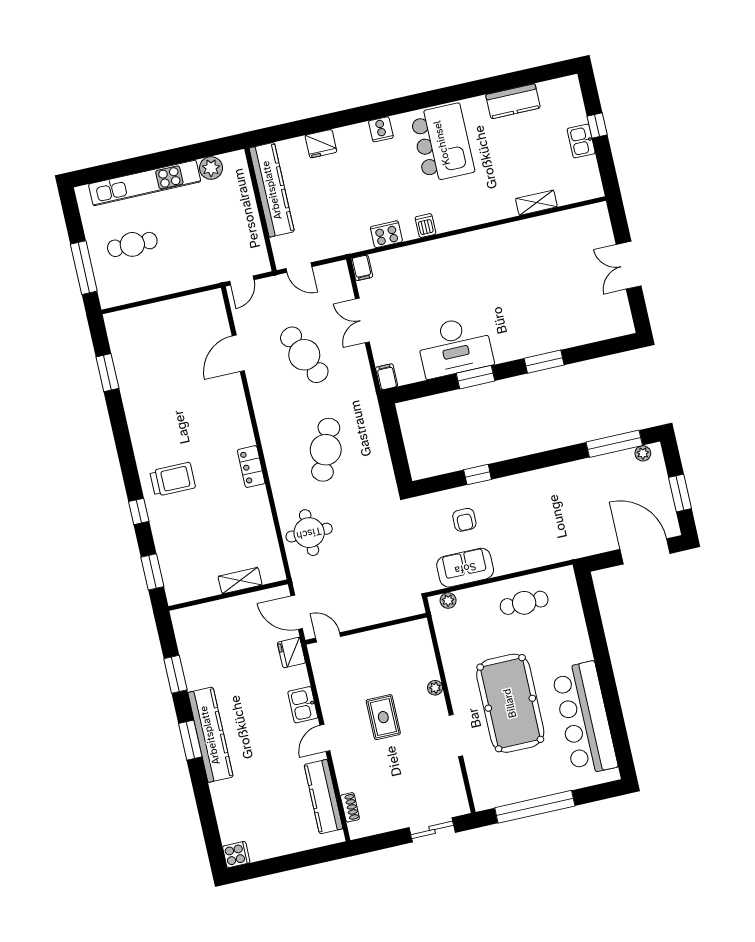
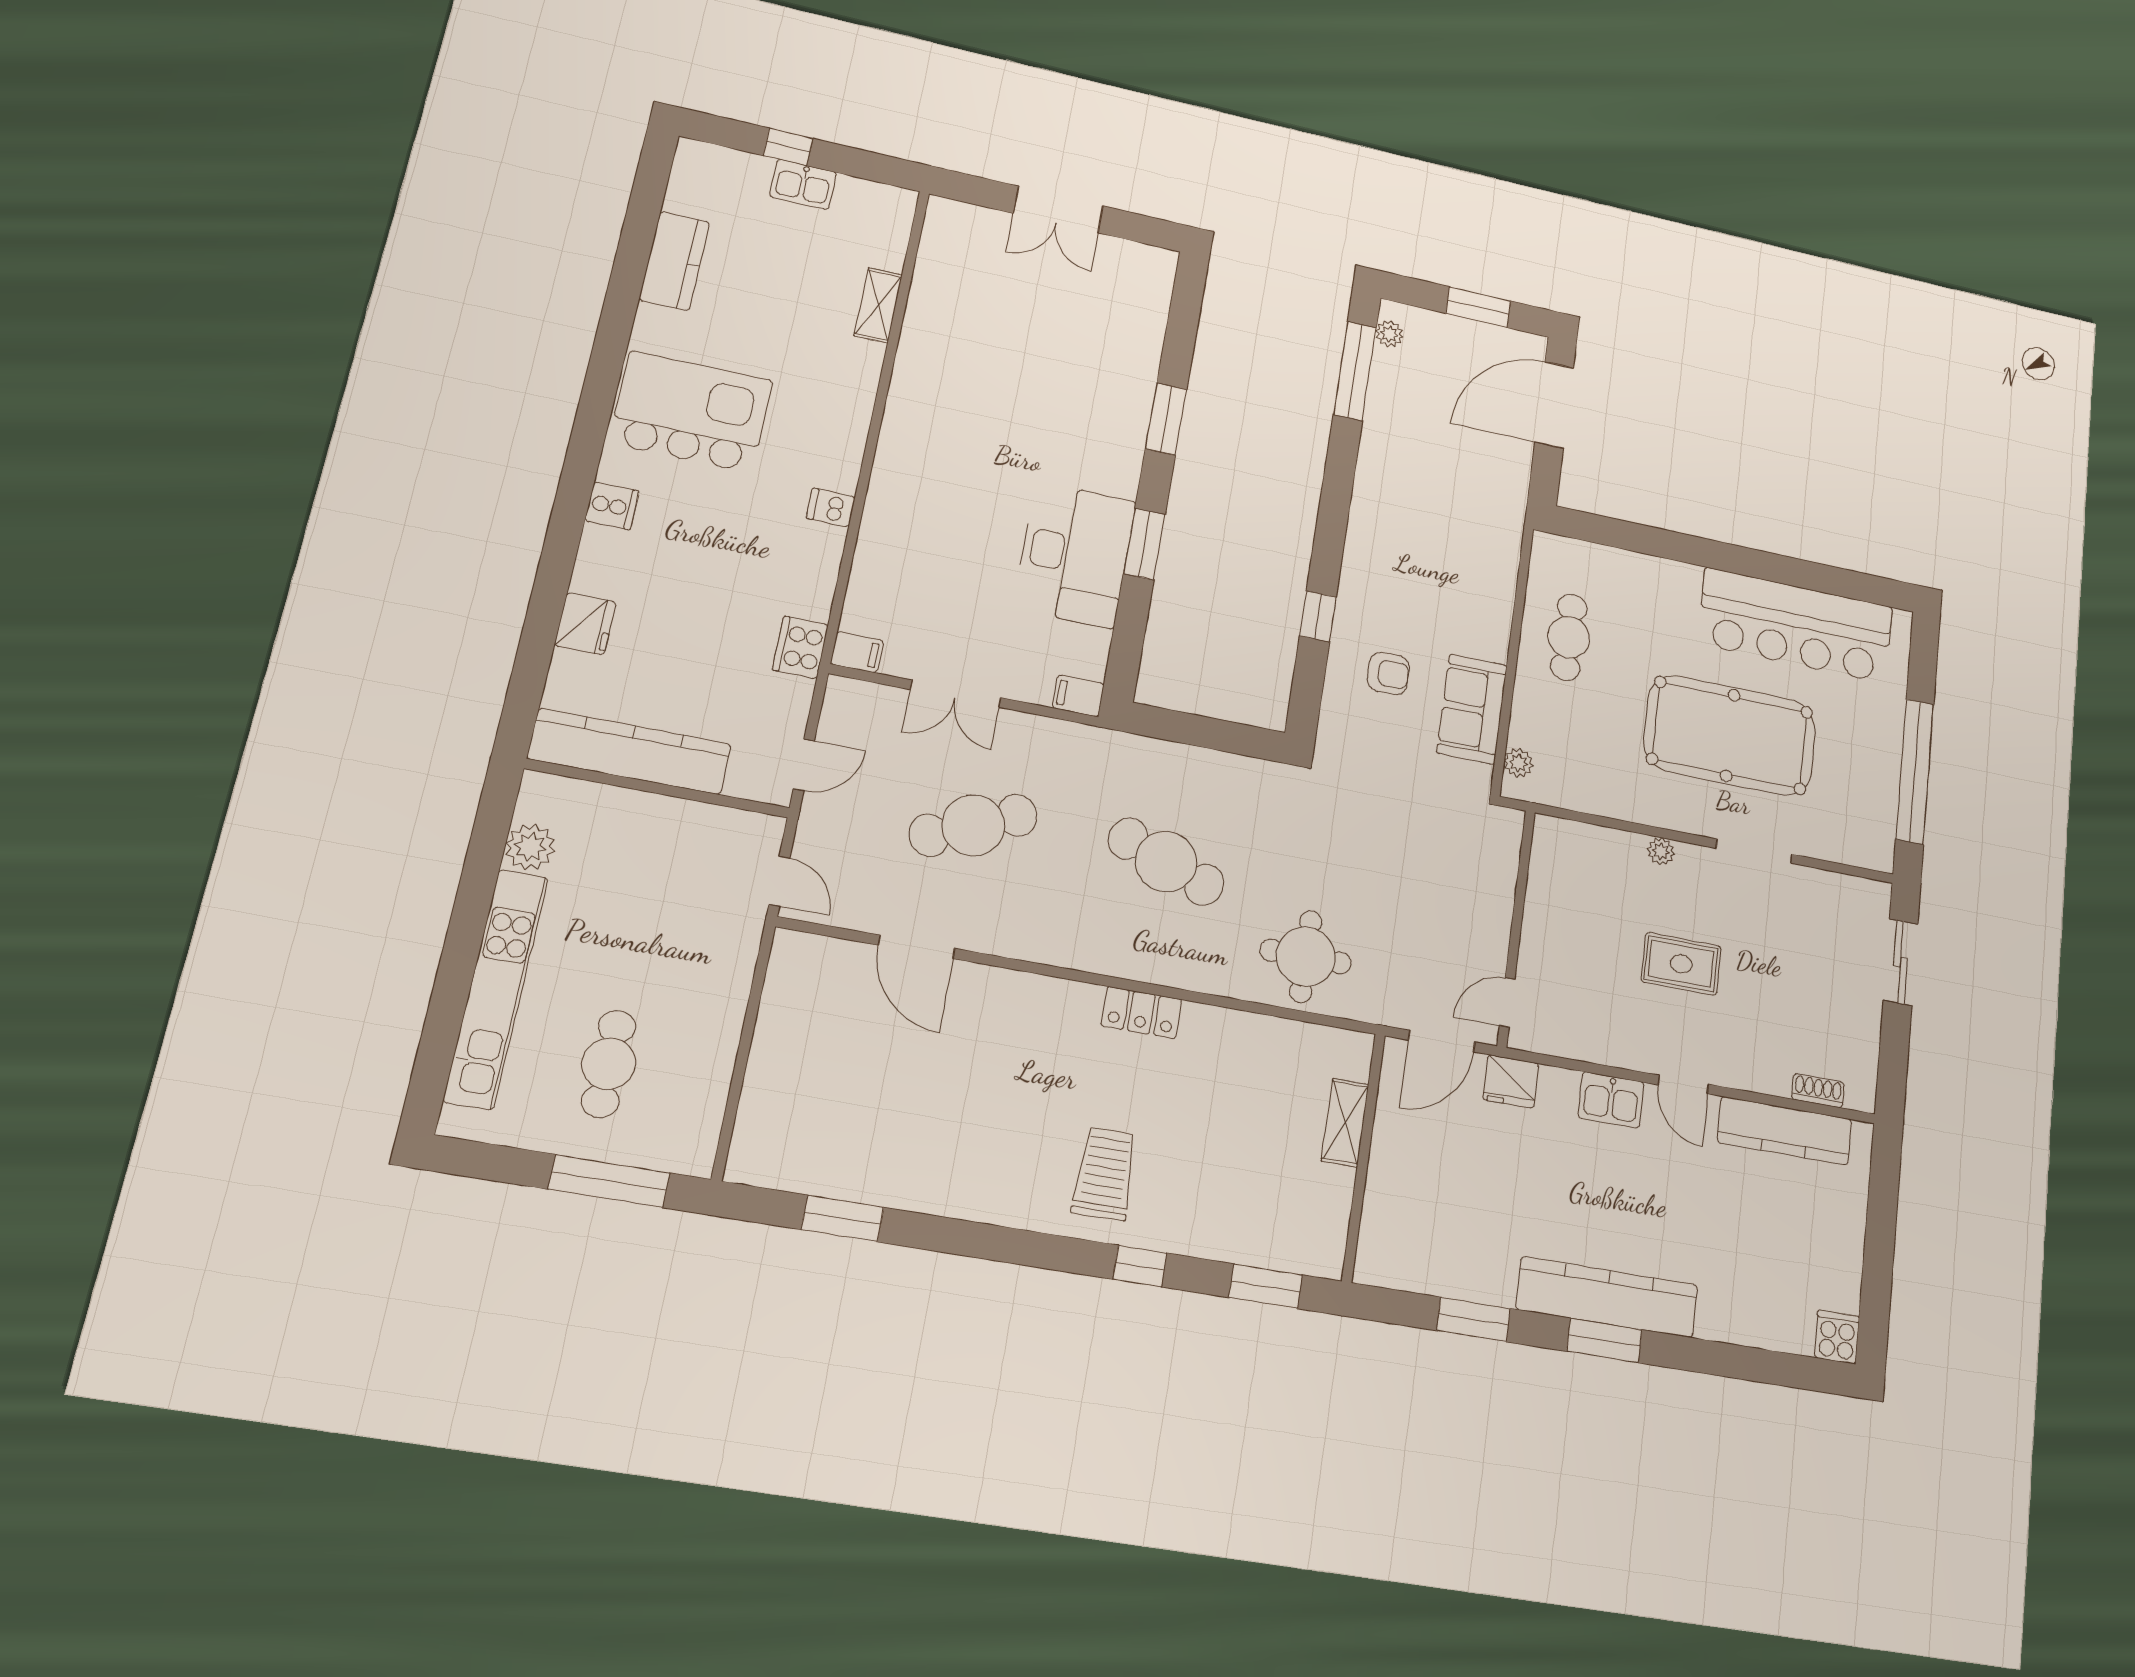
cooker: (386, 234) -> (800, 647), moved

